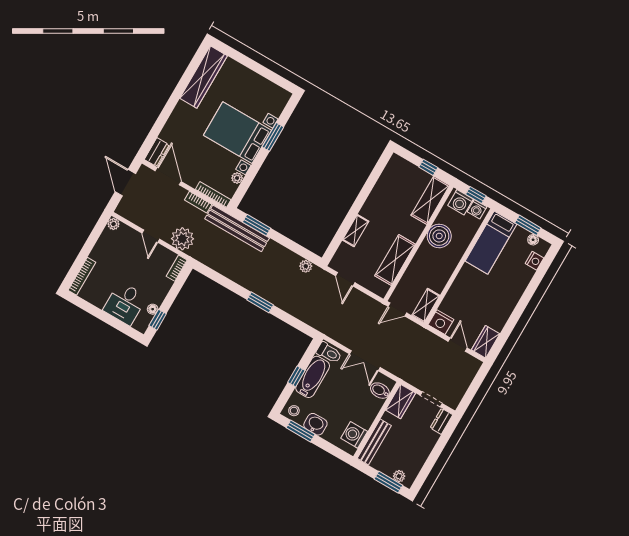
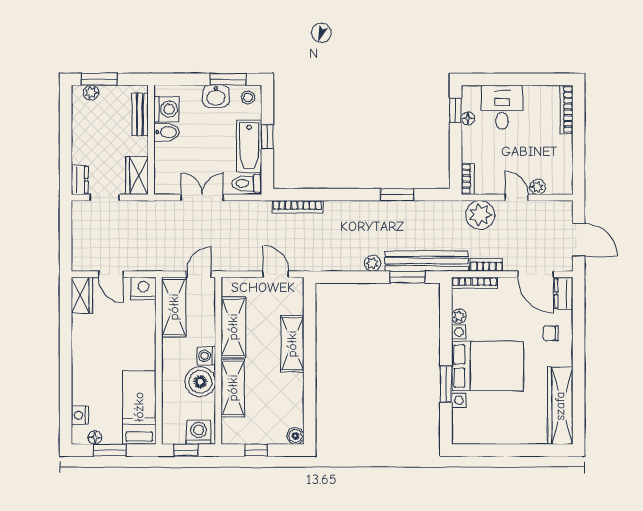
chair: (181, 130) -> (551, 333), added
boiler: (396, 161) -> (295, 436), added
shelving: (430, 200) -> (233, 388), moved
washing machine: (477, 209) -> (206, 356), moved, turned -90
plant: (114, 224) -> (538, 187), moved
shelving: (356, 231) -> (292, 344), width x1.50, depth x1.33
plant: (306, 266) -> (372, 263), moved
window: (260, 302) -> (397, 195), moved
shelving: (426, 305) -> (174, 307), width x1.50, depth x1.33
bookcase: (304, 317) -> (297, 207), added
bidet: (380, 391) -> (167, 132), moved
bench: (374, 442) -> (140, 114), width x0.73

